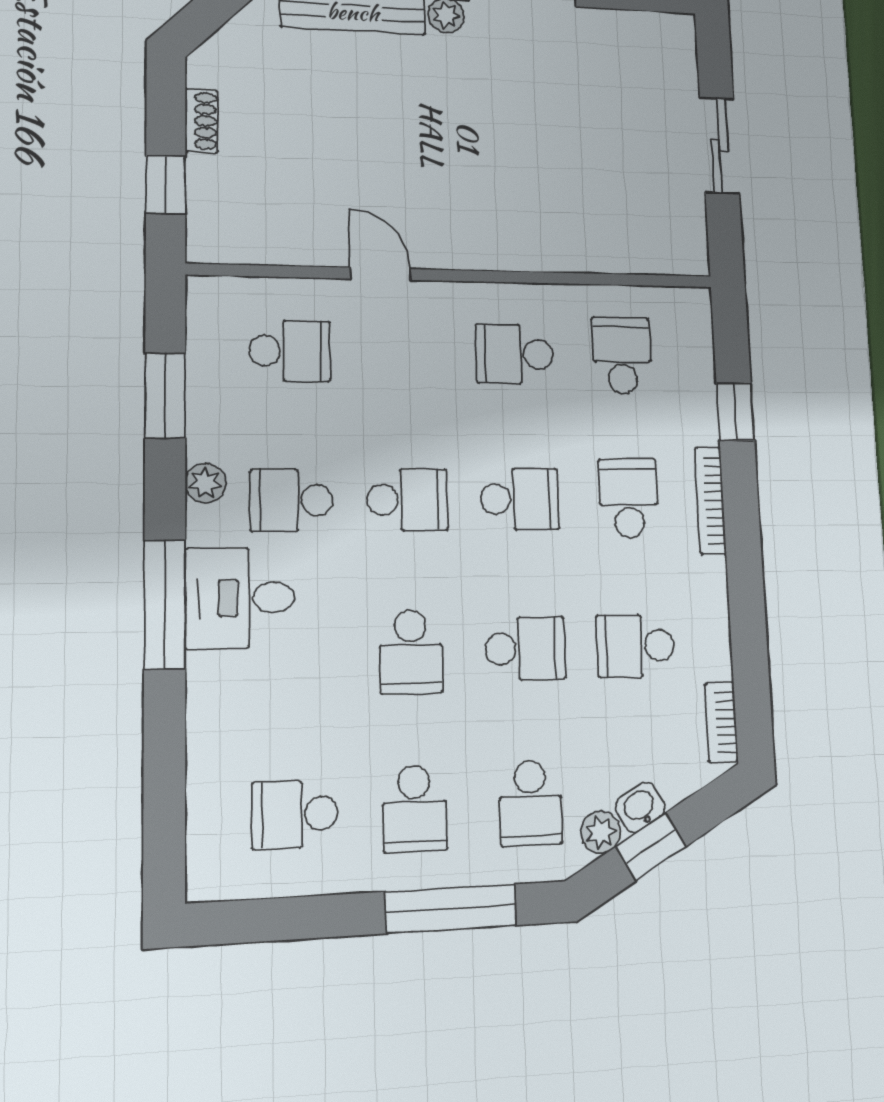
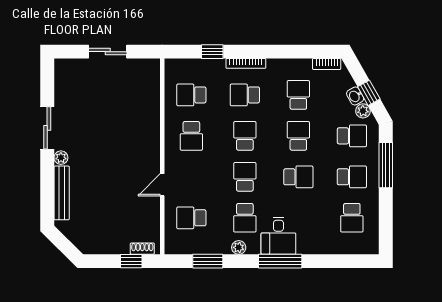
shoe rack: (201, 121) -> (142, 249), moved
school desk: (290, 351) -> (191, 218), turned -90
school desk: (636, 646) -> (298, 95), turned 180

